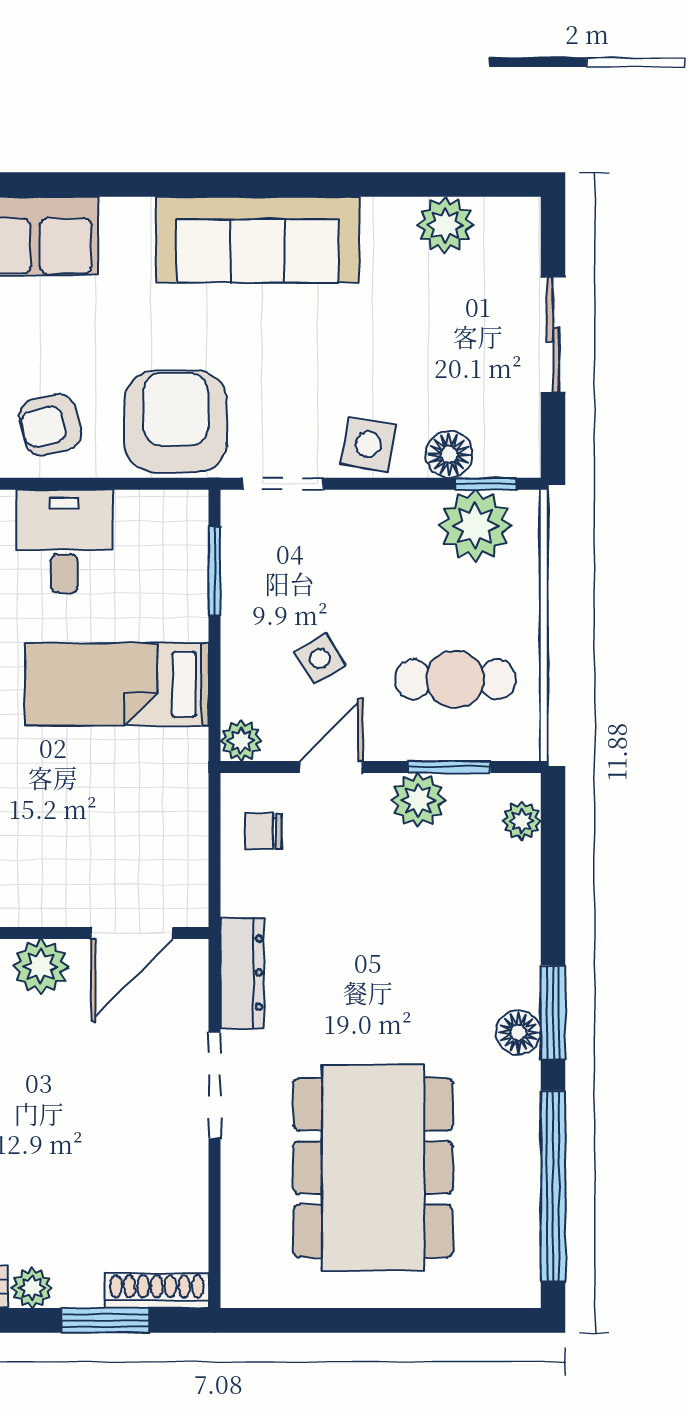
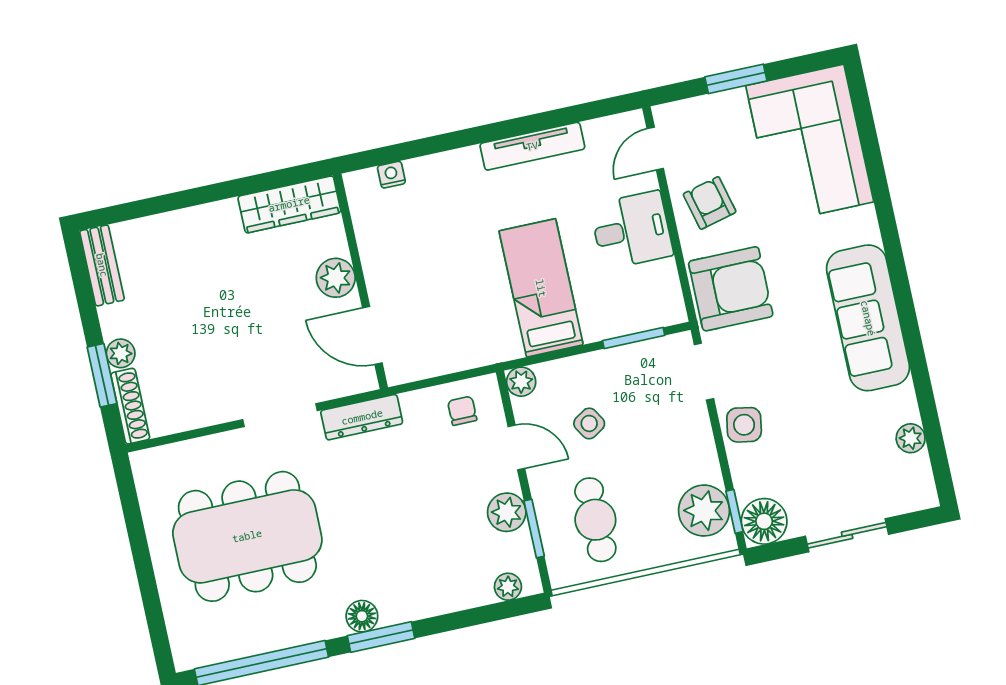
plant: (445, 225) -> (911, 438), width x0.73, depth x0.73
floor lamp: (449, 454) -> (764, 521), moved, width x1.38, depth x1.38
plant: (32, 1288) -> (121, 353), moved

